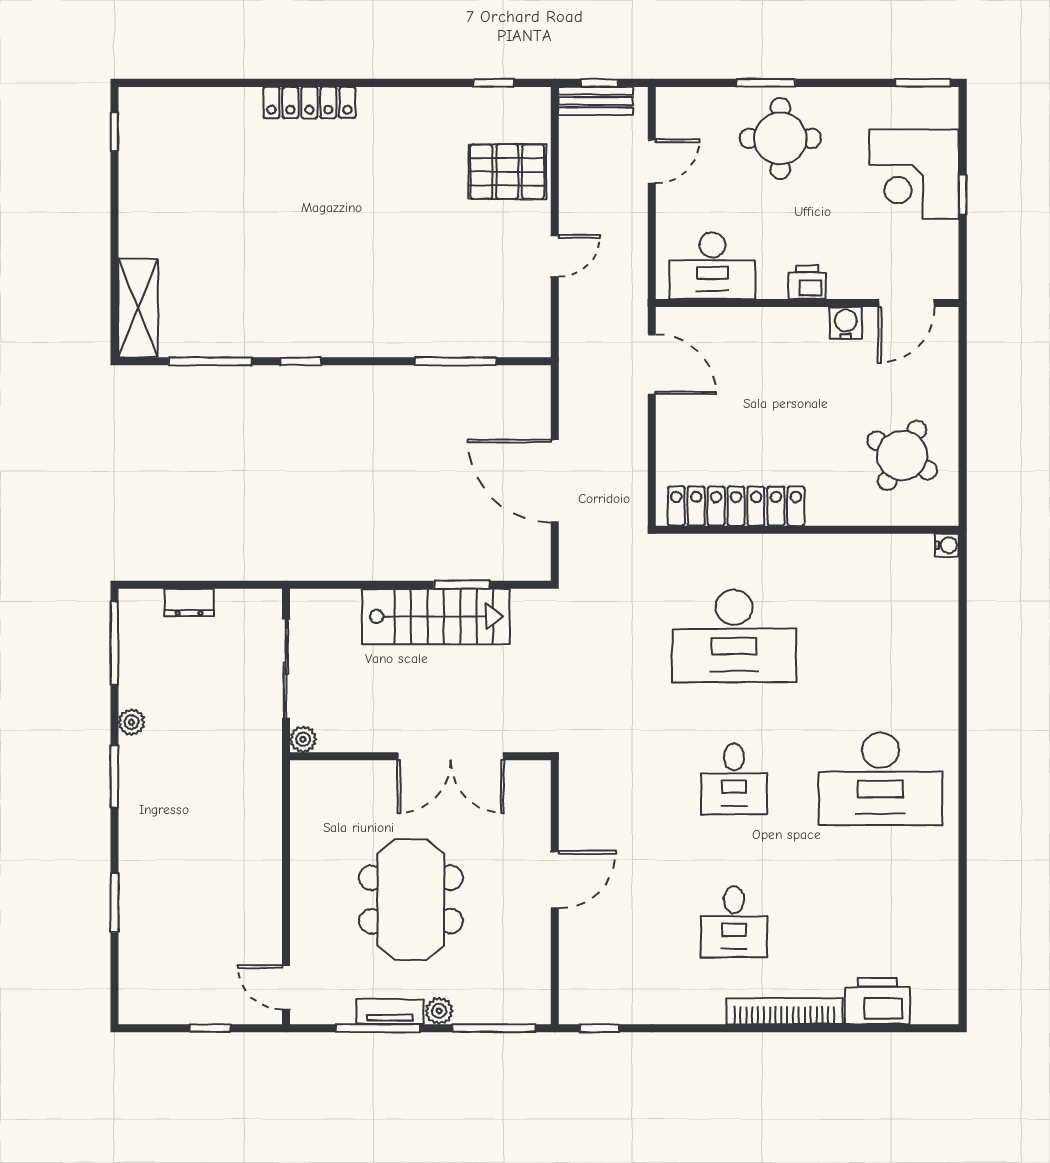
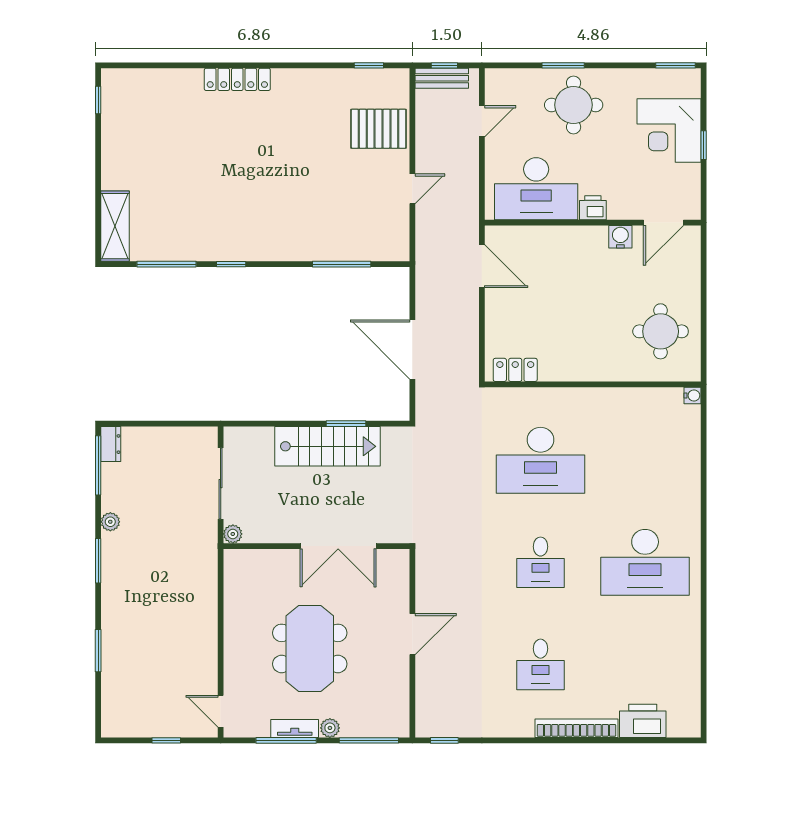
desk: (712, 266) -> (536, 189), width x1.36, depth x1.30
round table: (902, 455) -> (661, 331), turned -30
locker: (736, 506) -> (515, 370), width x0.46, depth x0.83
dresser: (189, 602) -> (111, 444), moved, turned -90

